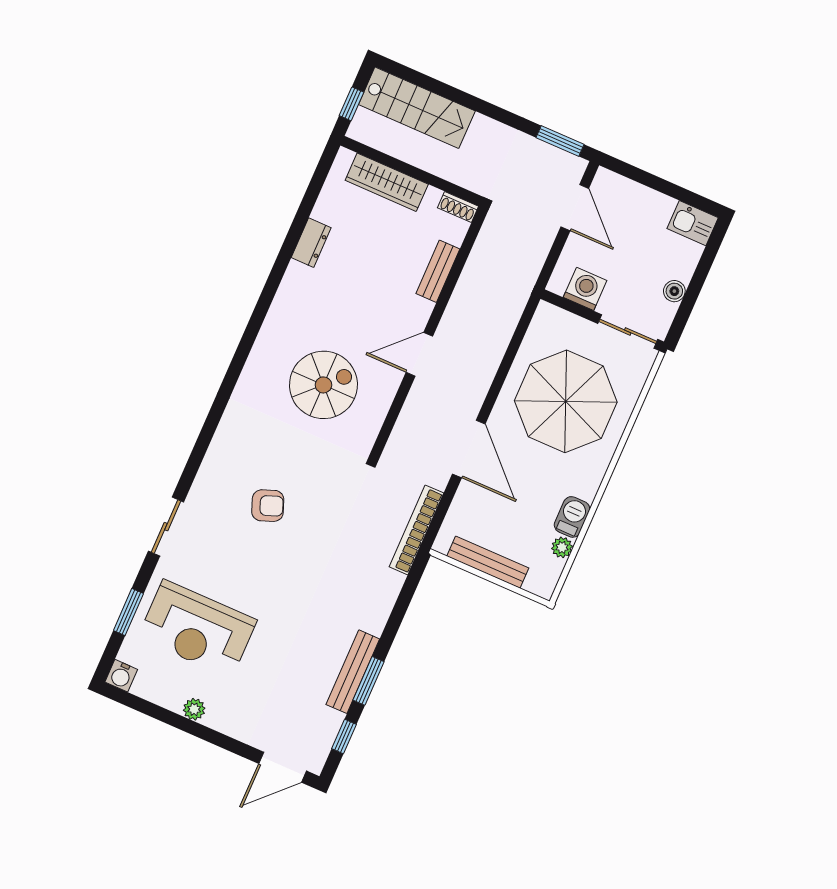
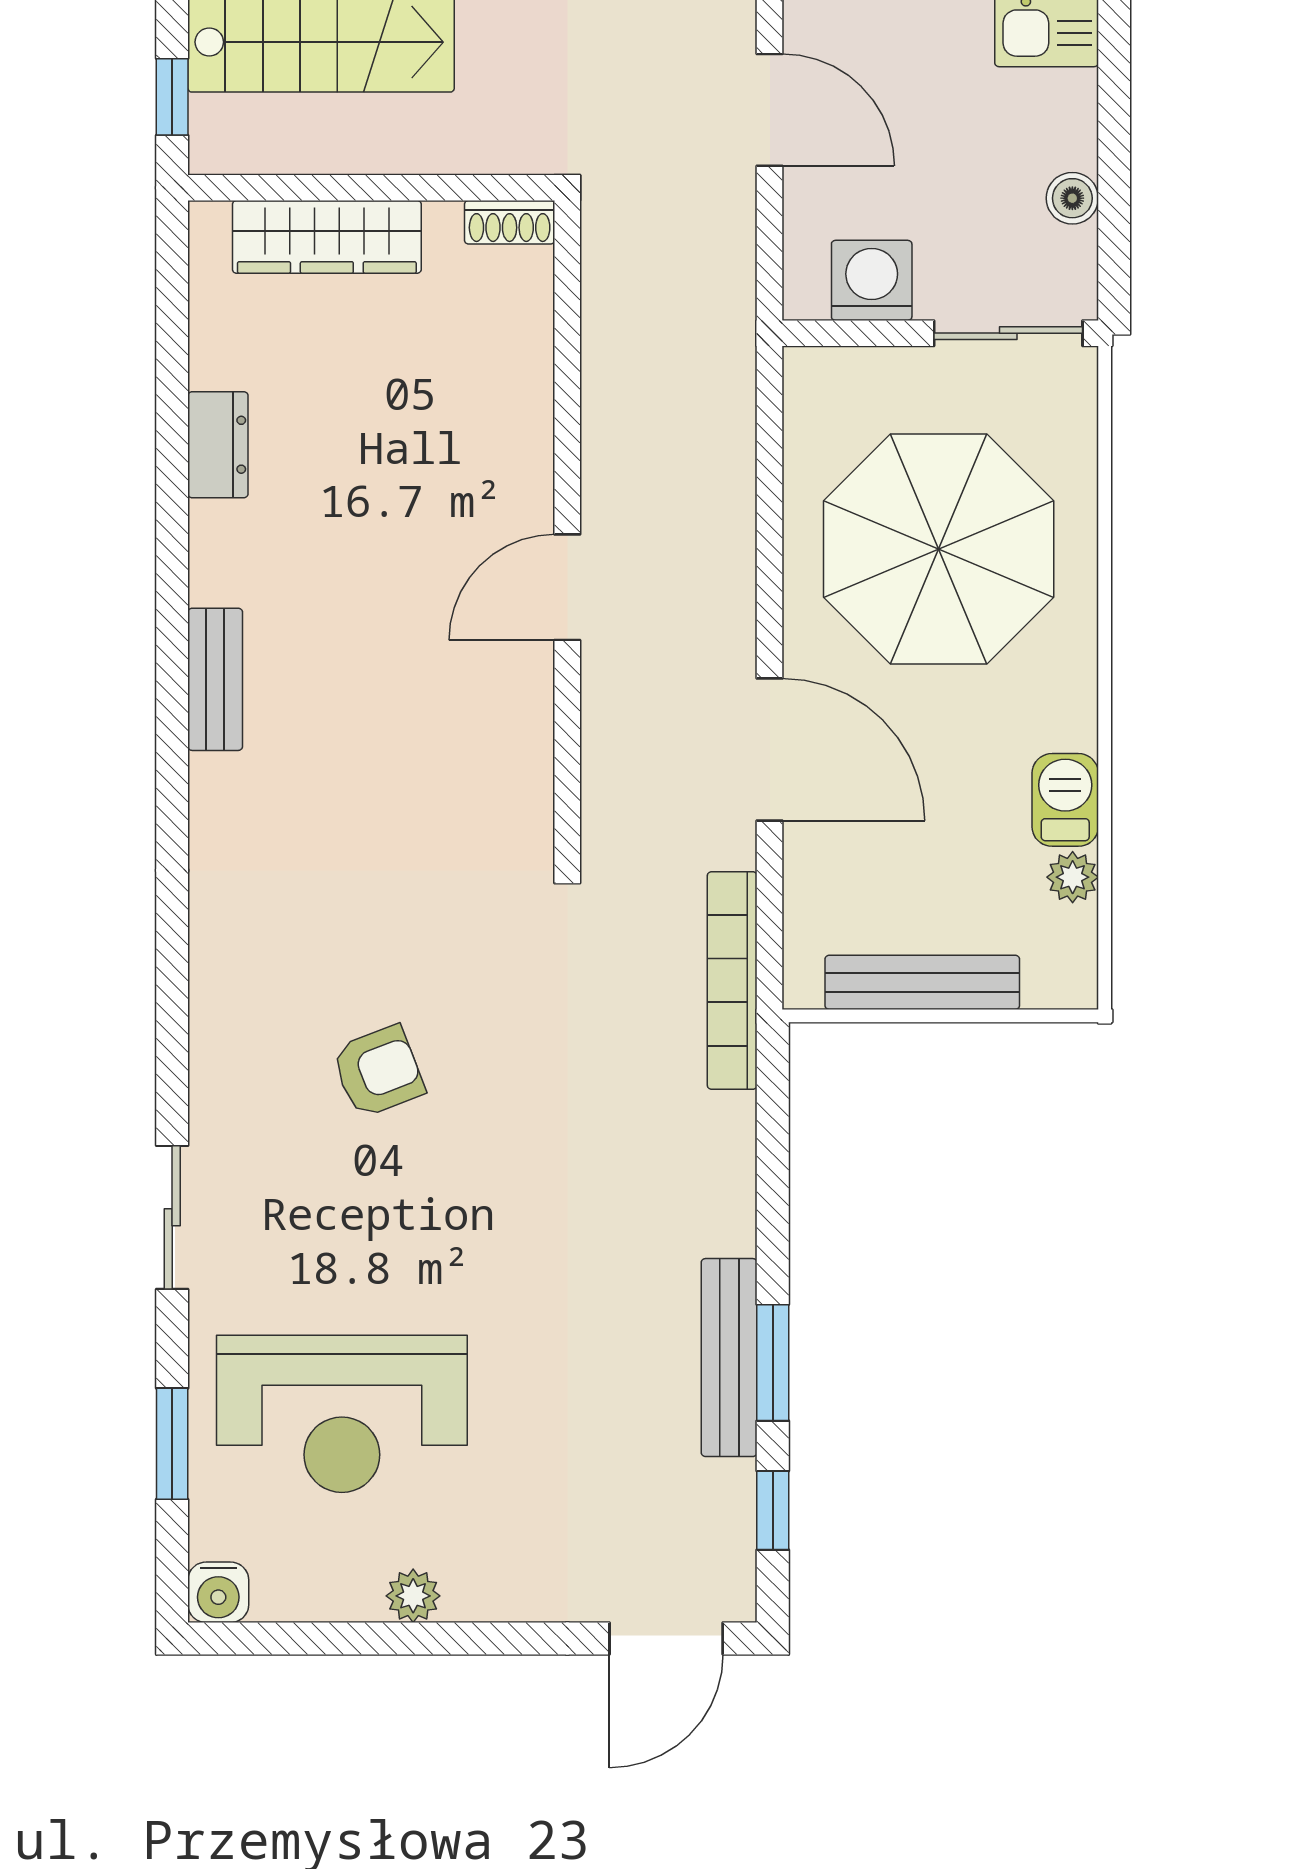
bench: (438, 271) -> (215, 679), moved
spiral stairs: (323, 385) -> (384, 749), removed

